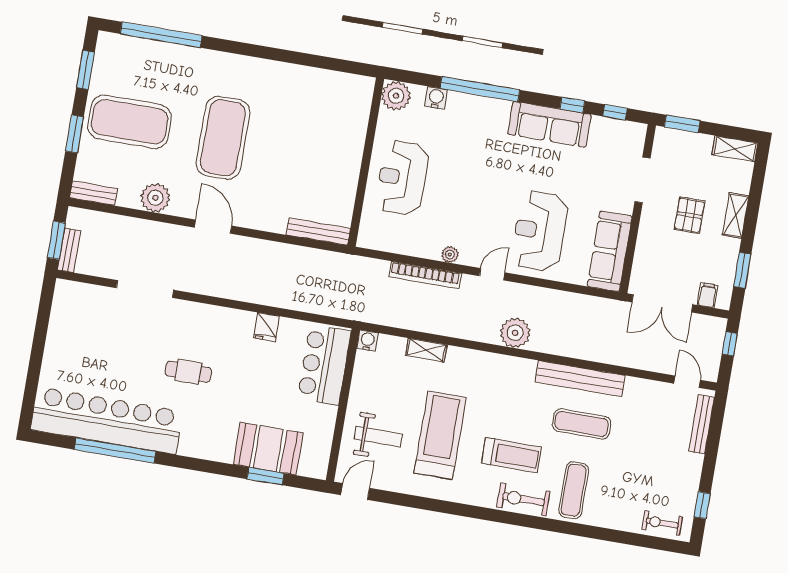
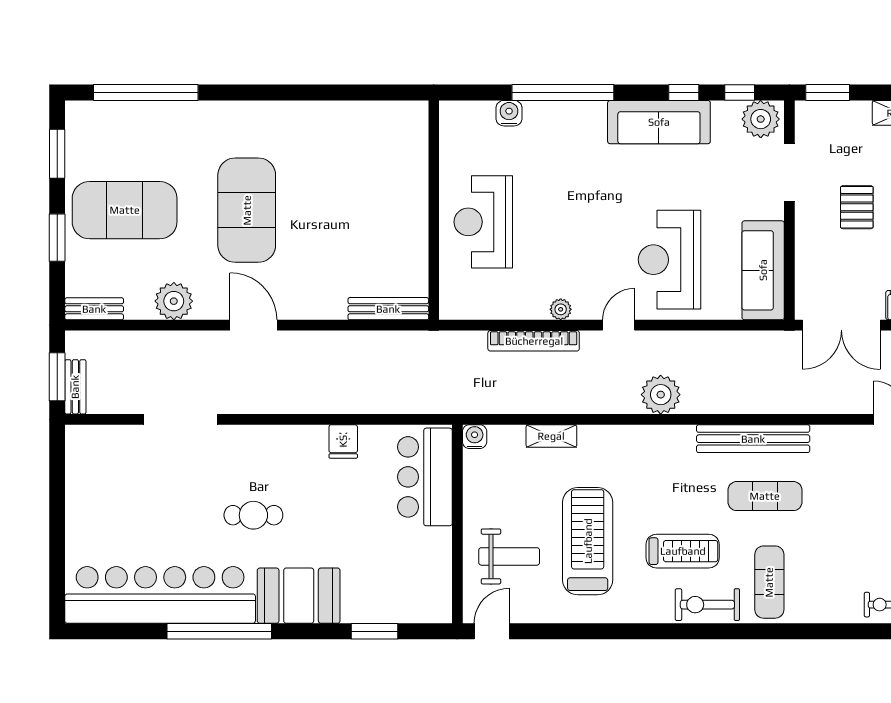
plant: (396, 96) -> (761, 119), moved
booth: (268, 449) -> (299, 596), moved
window: (115, 450) -> (219, 631), moved

